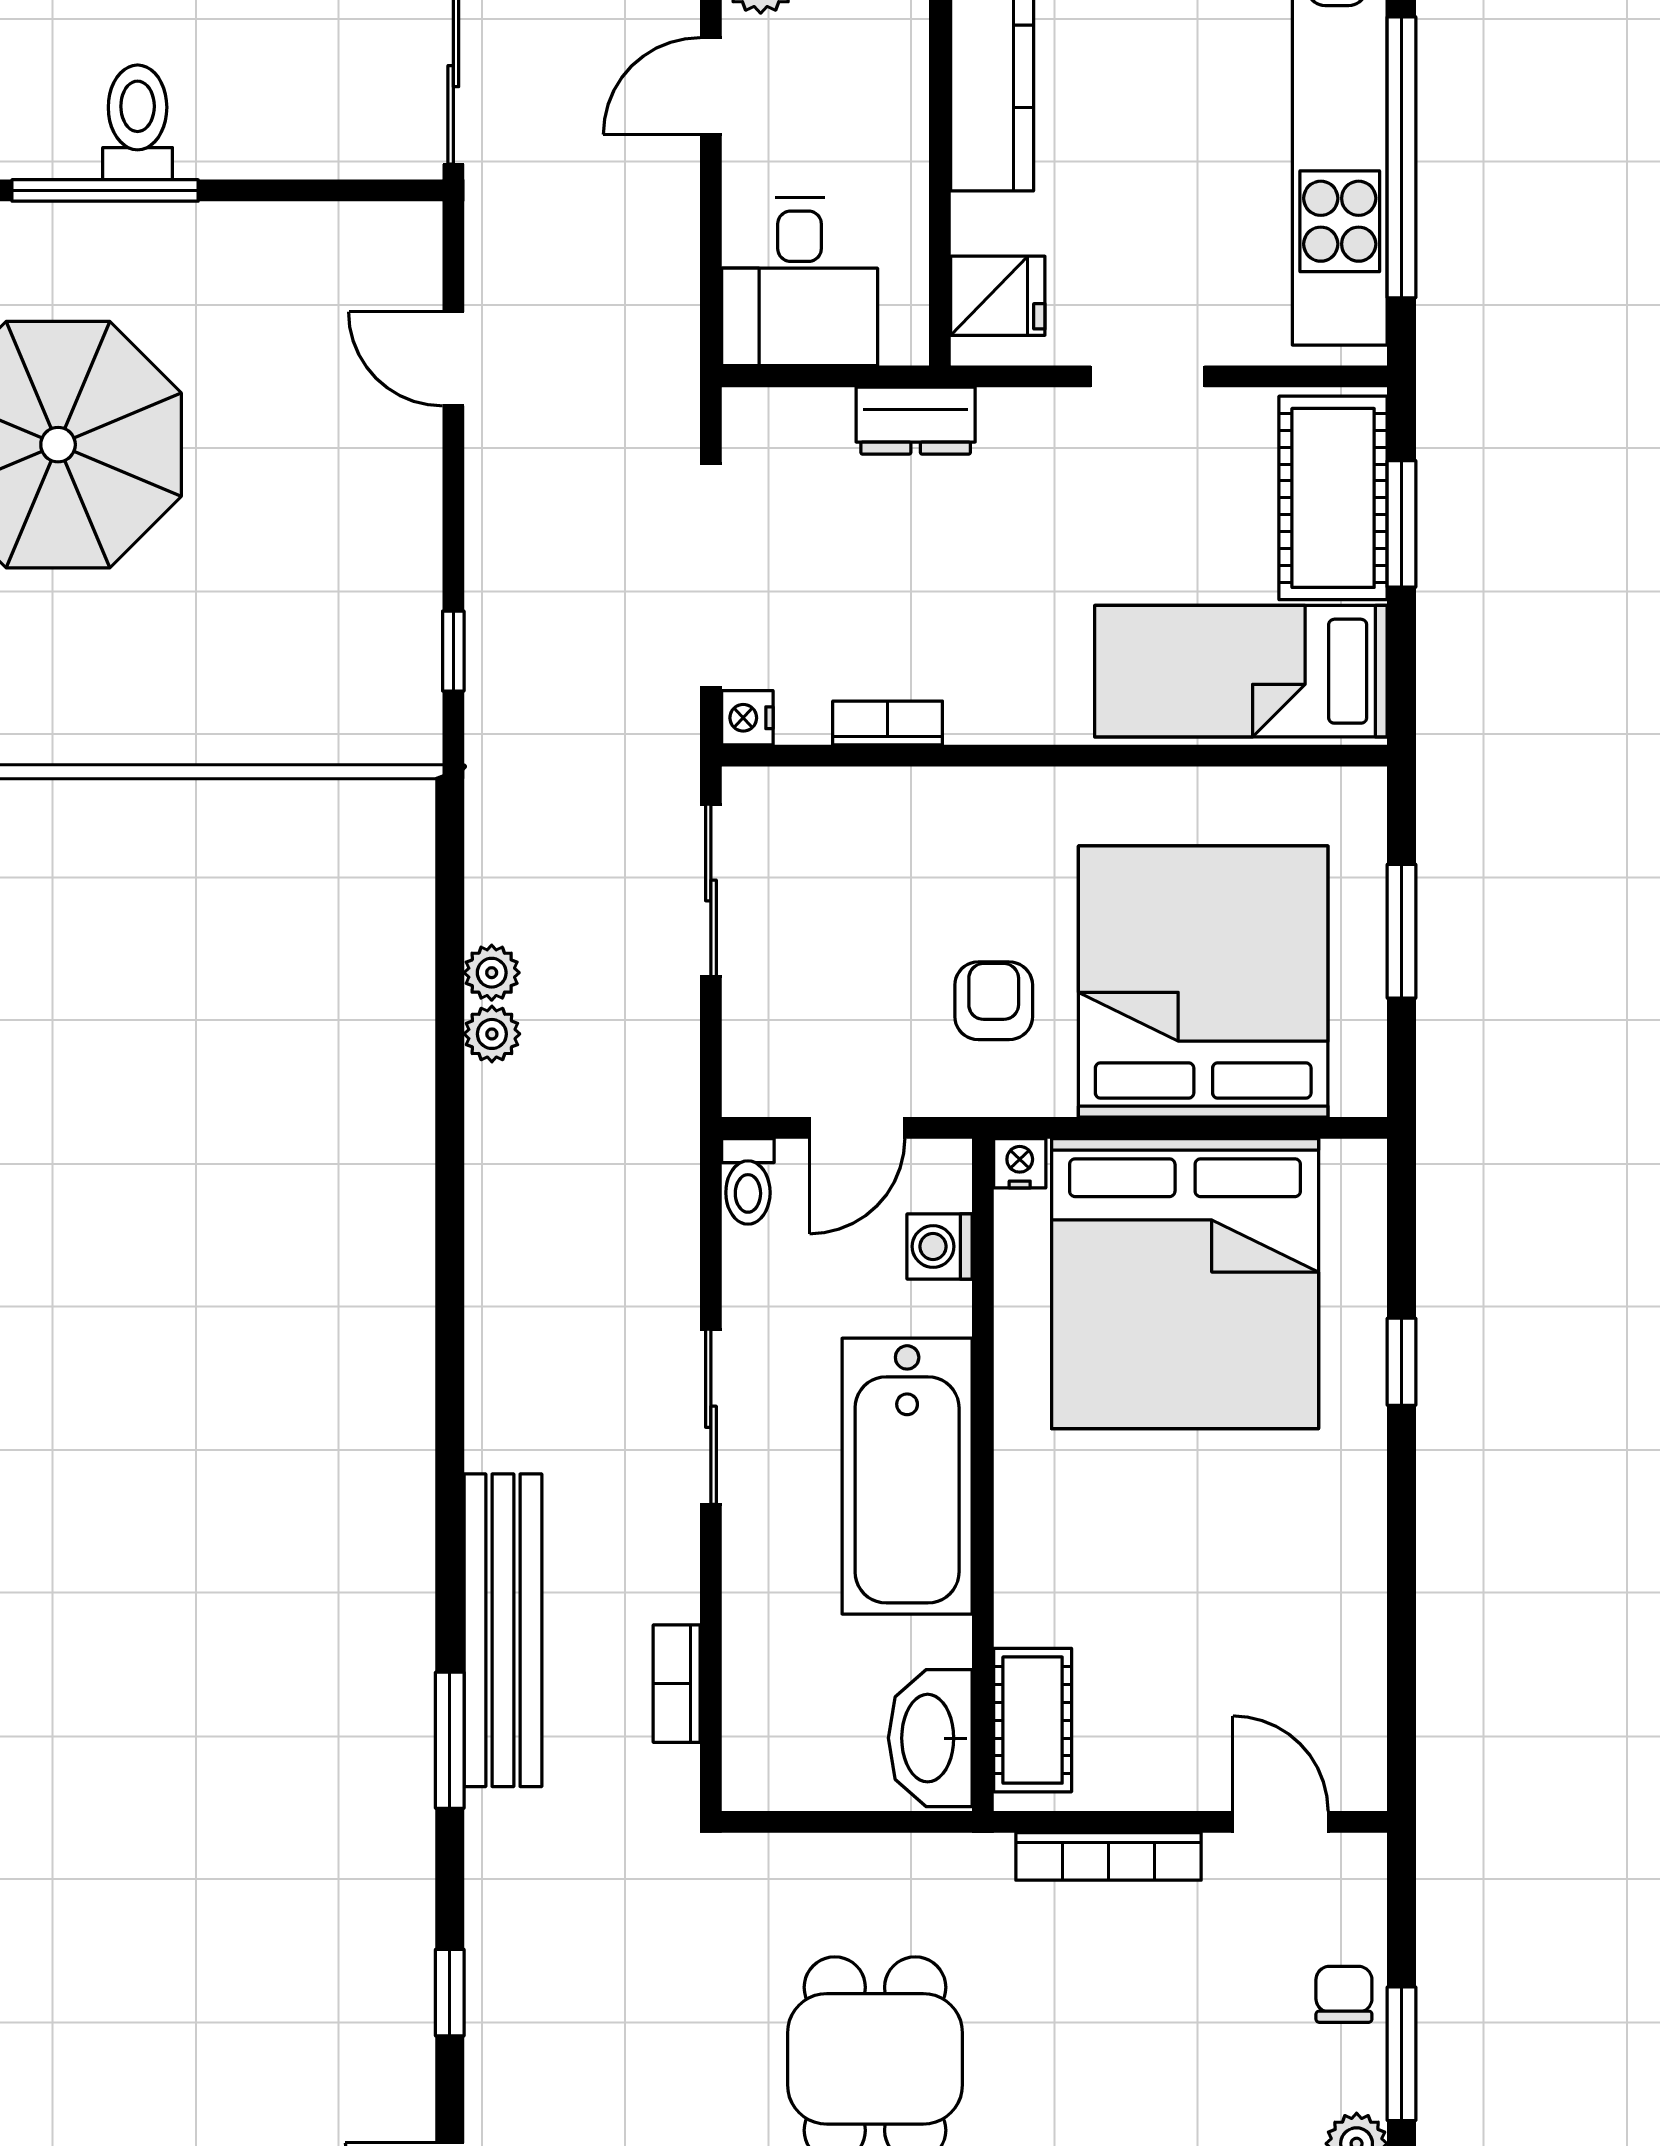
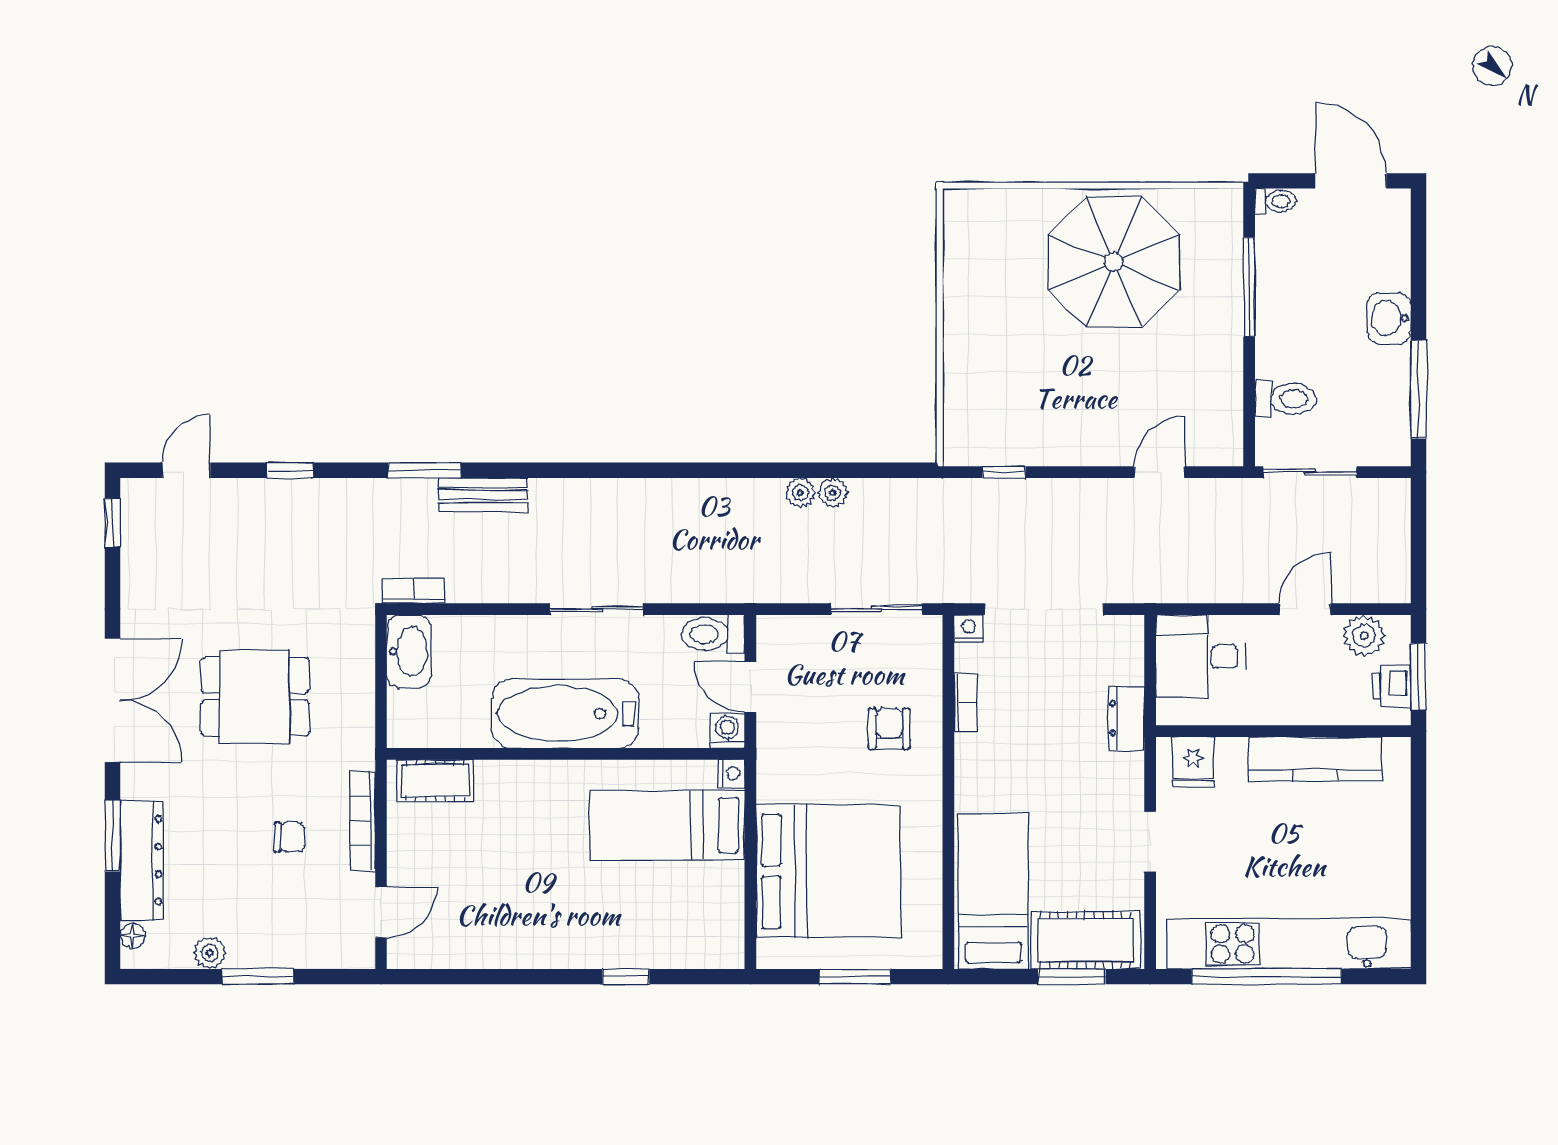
door: (711, 86) -> (1305, 609), hinge flipped
toilet: (138, 122) -> (1285, 399), moved
armchair: (994, 1001) -> (889, 729), moved, turned -90
toilet: (748, 1181) -> (713, 634), width x1.37, depth x1.39
washing machine: (940, 1246) -> (727, 731), moved
bed: (1185, 1284) -> (667, 825), width x0.49
bench: (503, 1630) -> (483, 495), width x0.54, depth x0.82
bookcase: (677, 1684) -> (413, 591), moved
washbasin: (930, 1738) -> (409, 651), moved, turned 90
chair: (1344, 1994) -> (289, 837), moved

